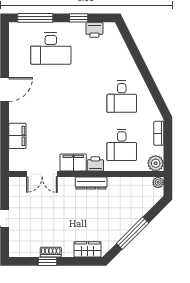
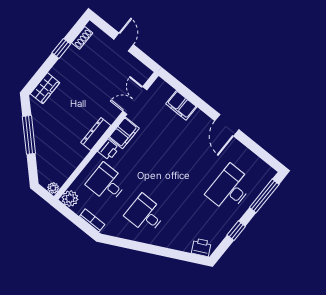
printer: (94, 30) -> (201, 247), moved, turned 63
shoe rack: (51, 252) -> (82, 38), moved

